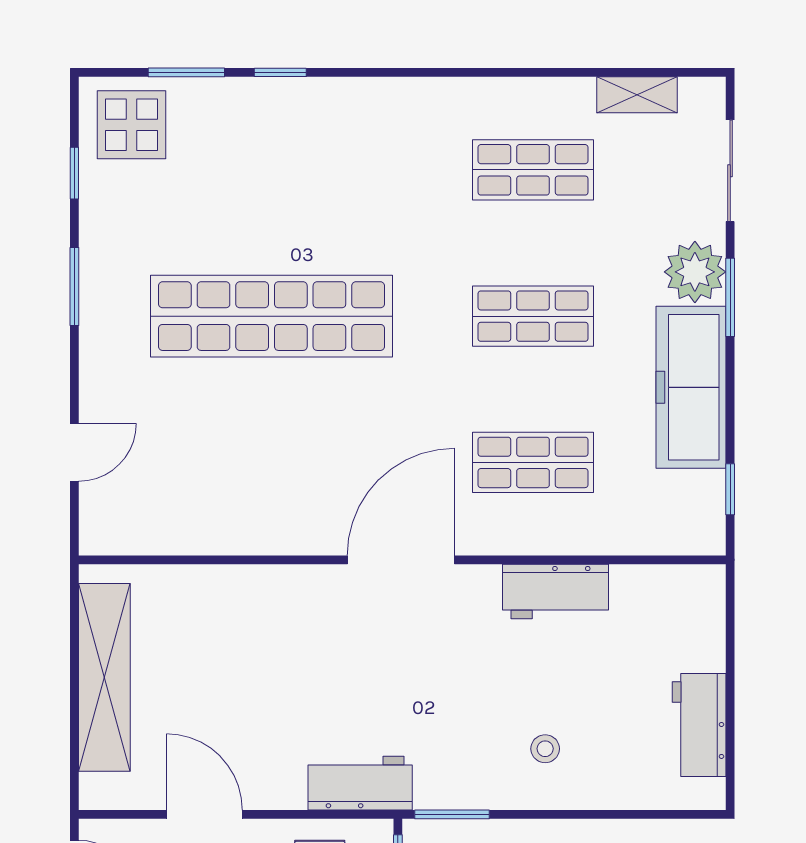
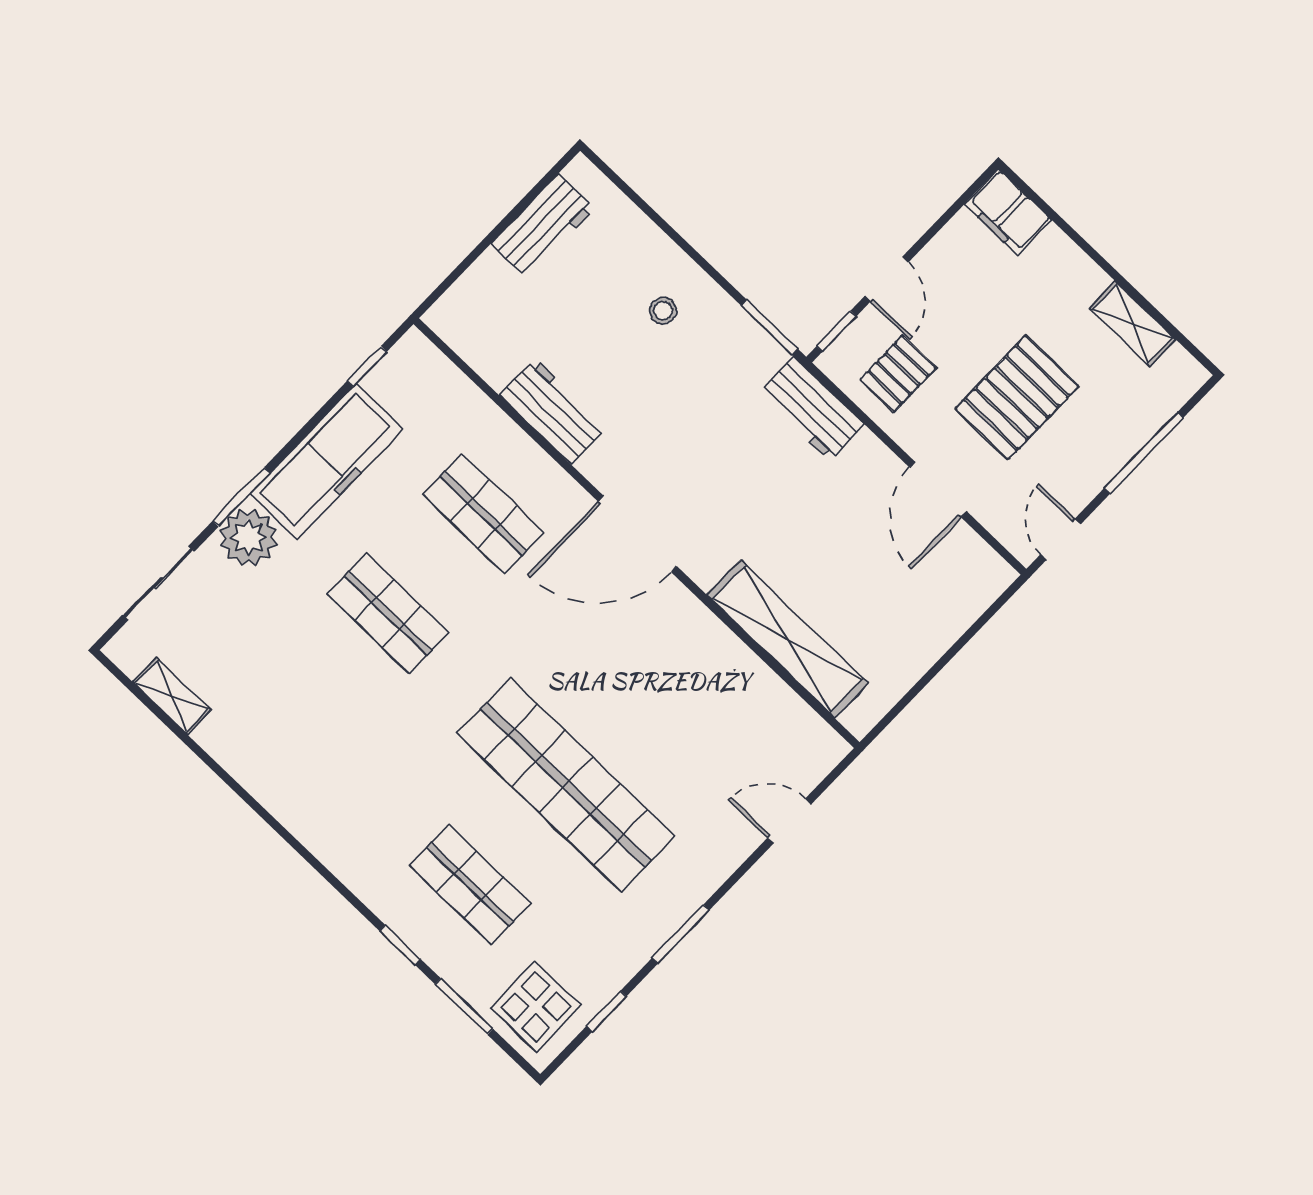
shop shelf: (533, 170) -> (470, 884), moved
shelving: (104, 677) -> (787, 639), moved, turned 90

